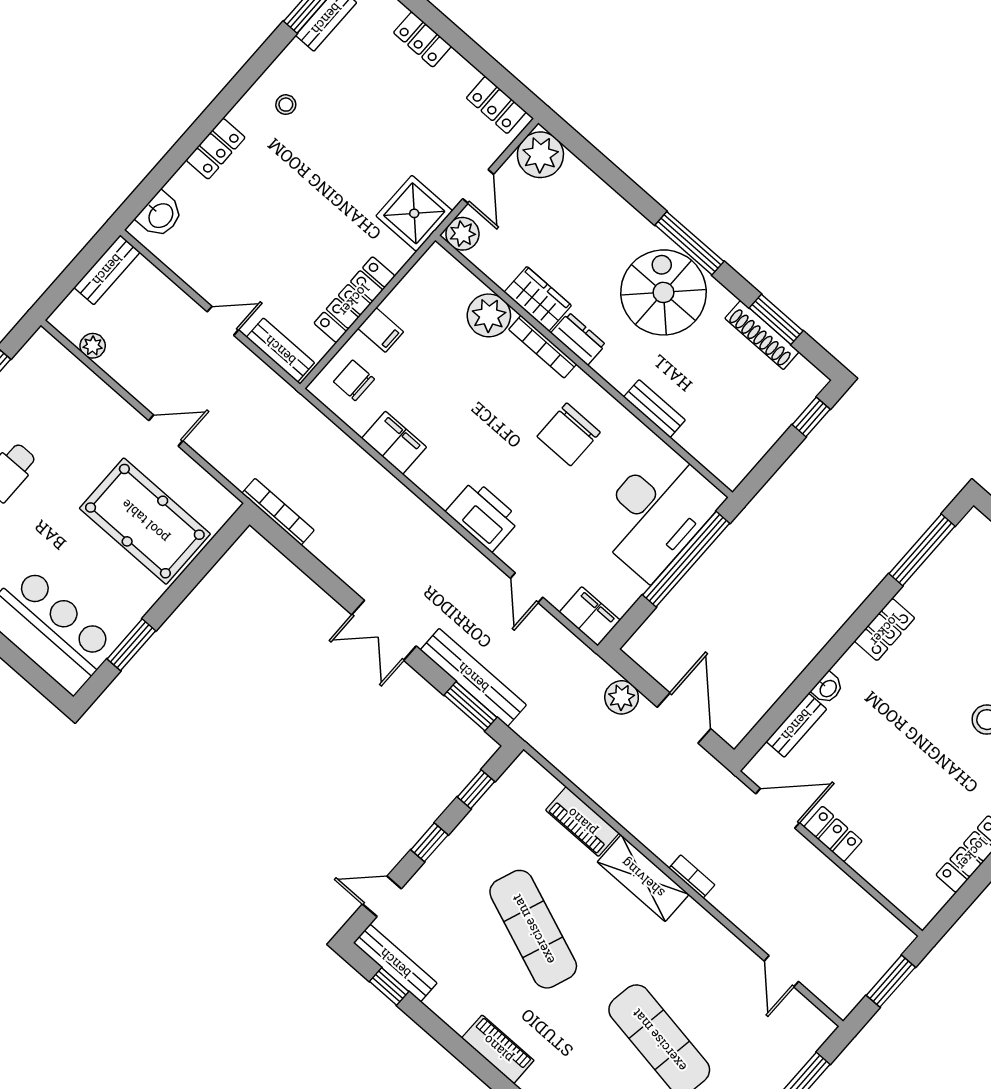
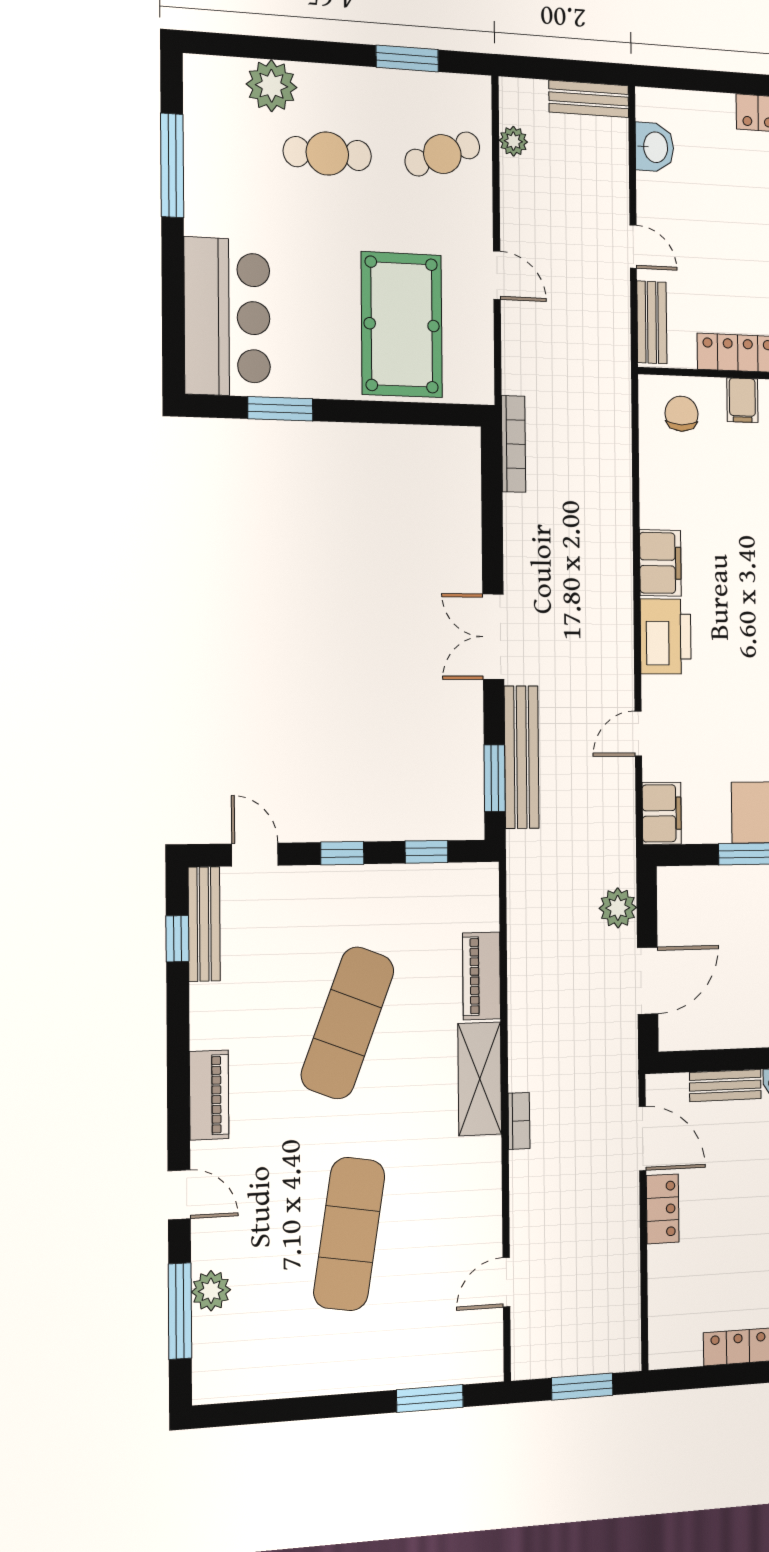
washbasin: (160, 215) -> (654, 147), moved, turned -90
cafe table: (63, 401) -> (442, 154), added
filing cabinet: (394, 443) -> (660, 563), moved

